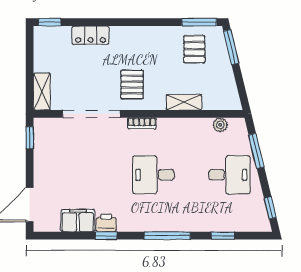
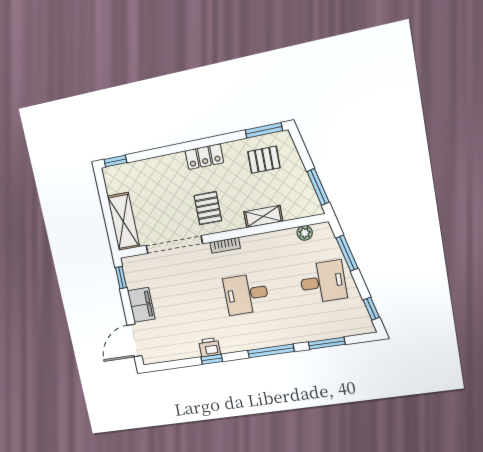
locker: (91, 35) -> (204, 157), moved
window: (231, 47) -> (318, 187), moved
pallet: (194, 49) -> (264, 160), turned 90
shelving: (42, 92) -> (123, 222), width x1.50, depth x1.33
filing cabinet: (78, 221) -> (141, 305), moved, turned 90
window: (223, 236) -> (327, 343), width x1.50

